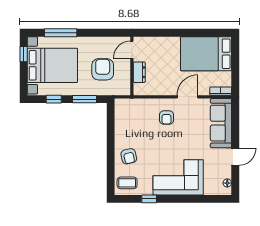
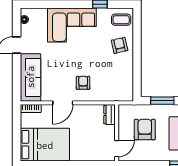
armchair: (103, 69) -> (145, 130), turned 180
dresser: (139, 72) -> (109, 115), moved

